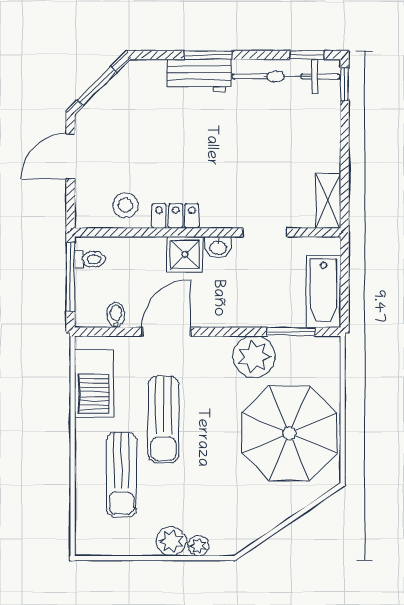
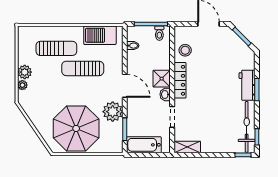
locker: (175, 216) -> (180, 80), width x1.53
door: (166, 332) -> (125, 86), moved
sun lounger: (122, 475) -> (56, 48), turned 180

